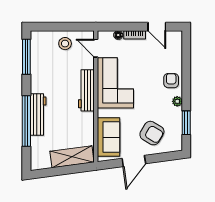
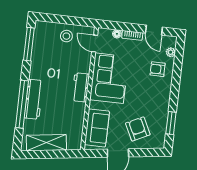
armchair: (171, 81) -> (158, 69), moved, turned -90
workbench: (86, 90) -> (81, 87), width x0.73
plant: (177, 101) -> (171, 52), moved
armchair: (152, 133) -> (138, 129), turned -147
shelving: (72, 157) -> (46, 143), moved

